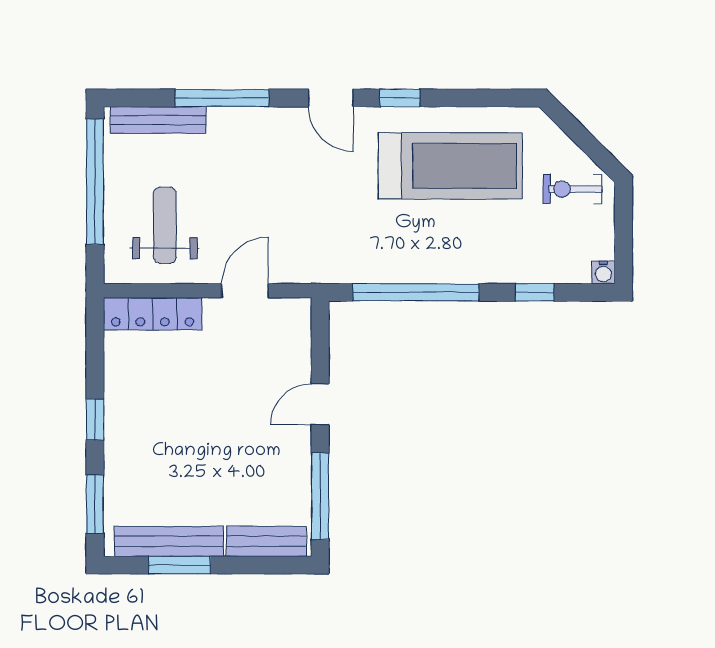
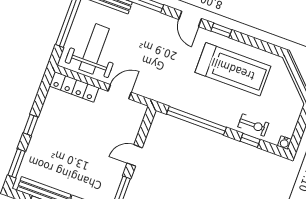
exercise bike: (573, 189) -> (253, 125), moved, turned 180
weight bench: (165, 225) -> (94, 49), width x1.36, depth x1.33

